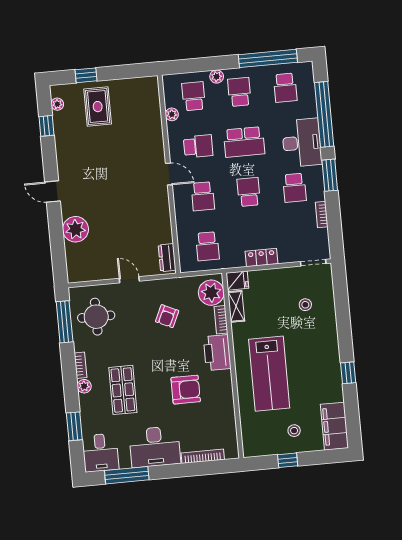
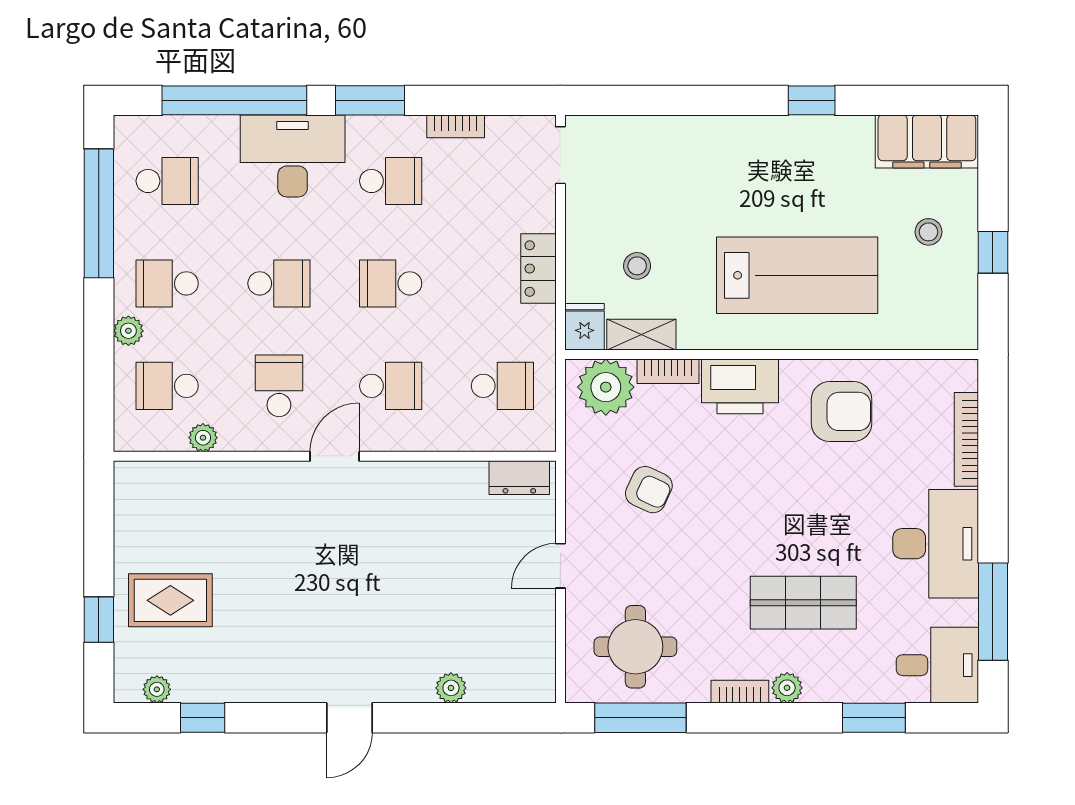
school desk: (244, 142) -> (279, 283), width x0.54
plant: (76, 229) -> (451, 688), width x0.53, depth x0.53
stool: (305, 305) -> (637, 266), moved
armchair: (186, 390) -> (842, 411), moved, turned 90

